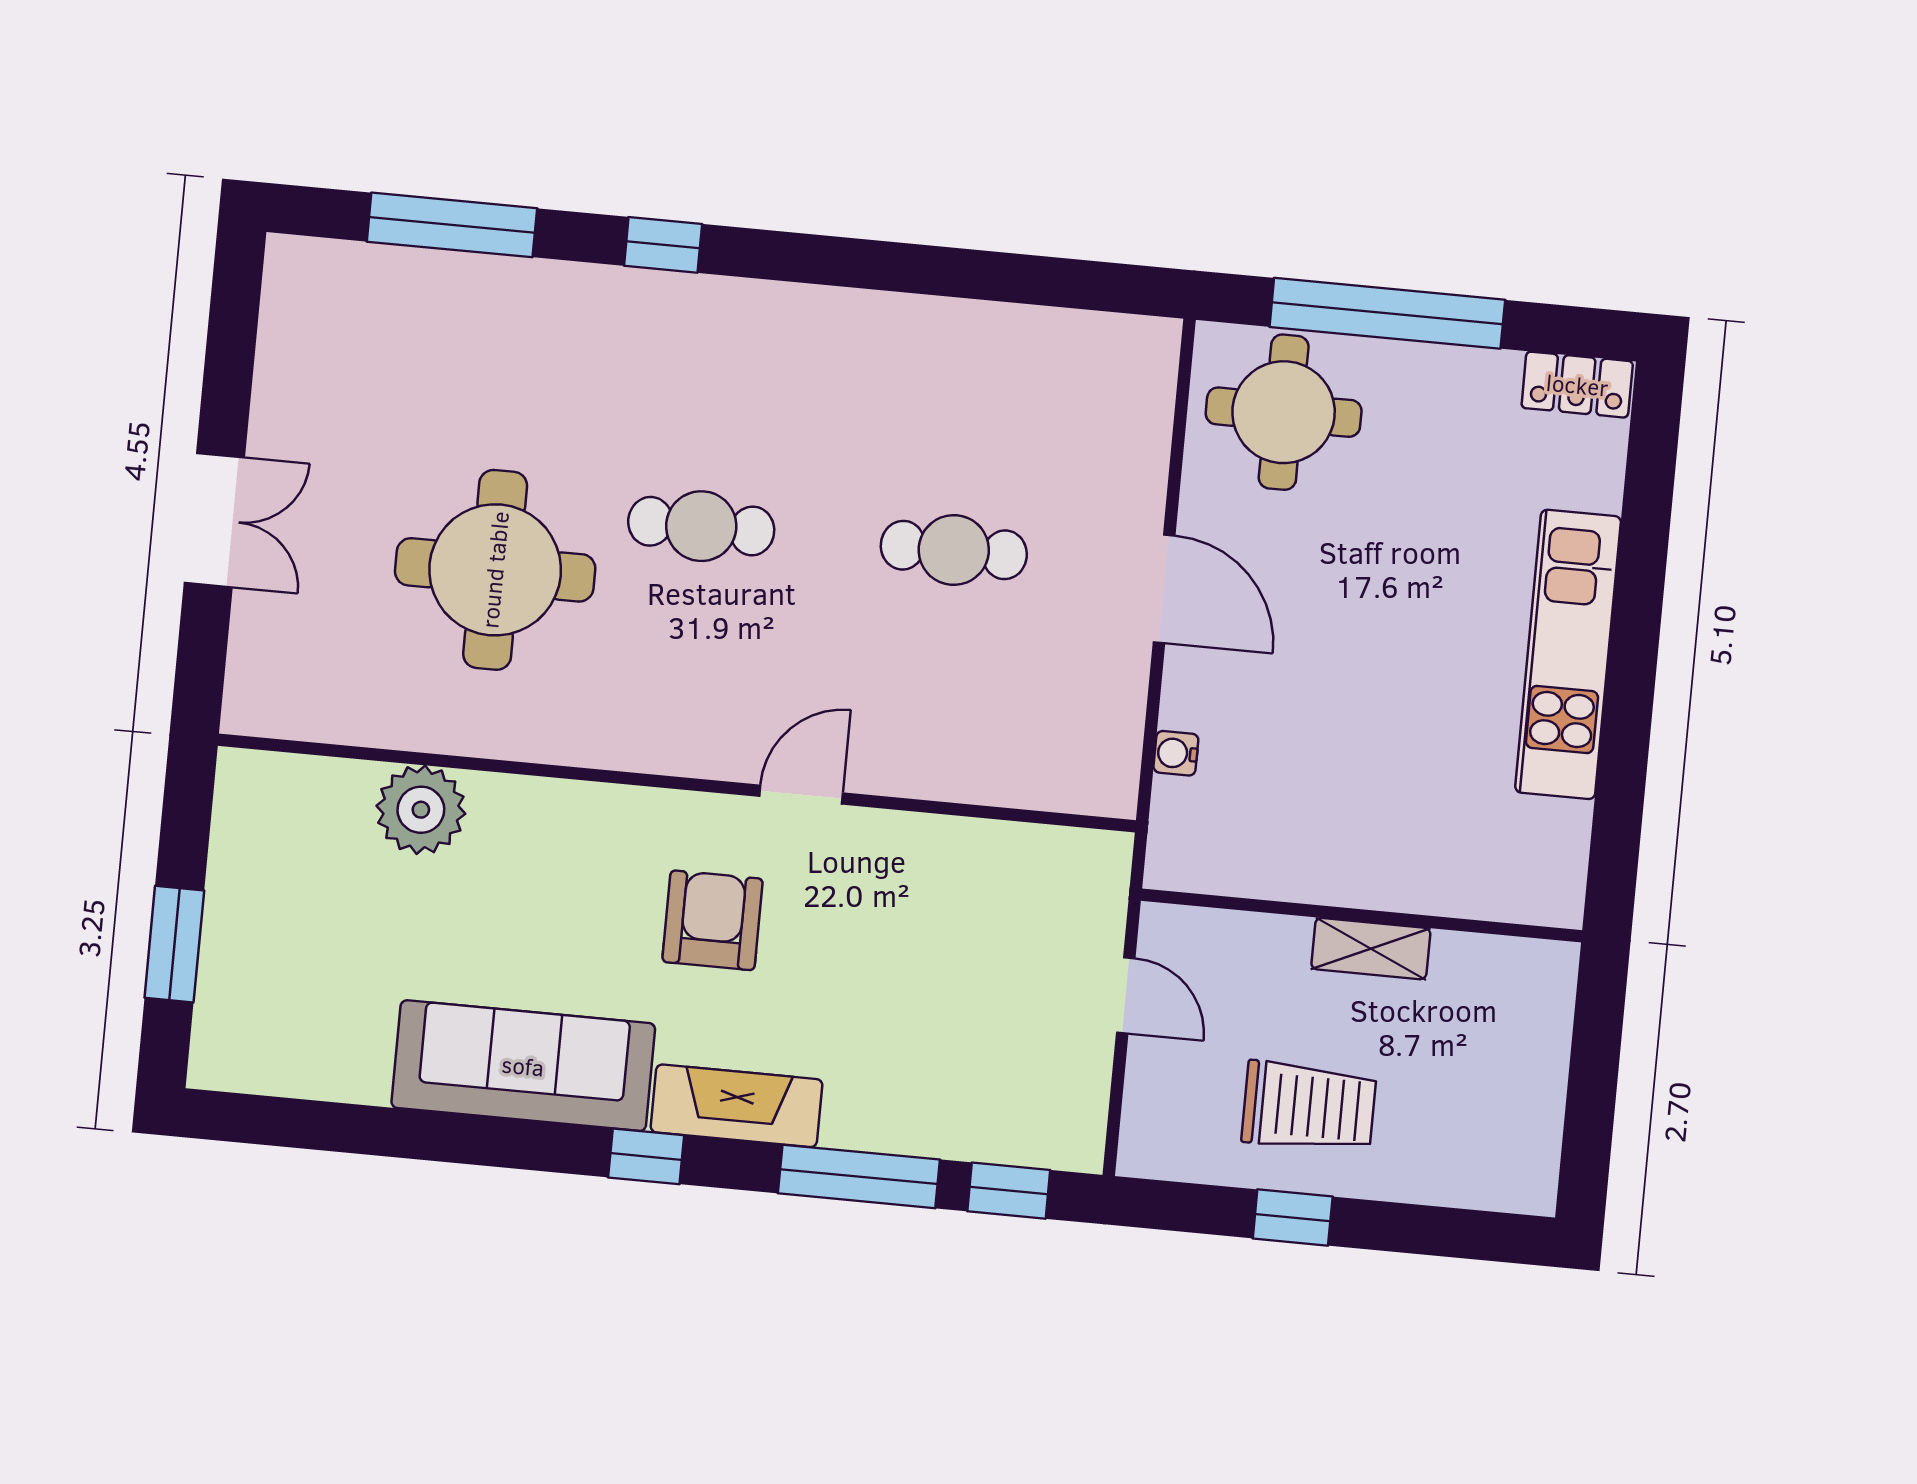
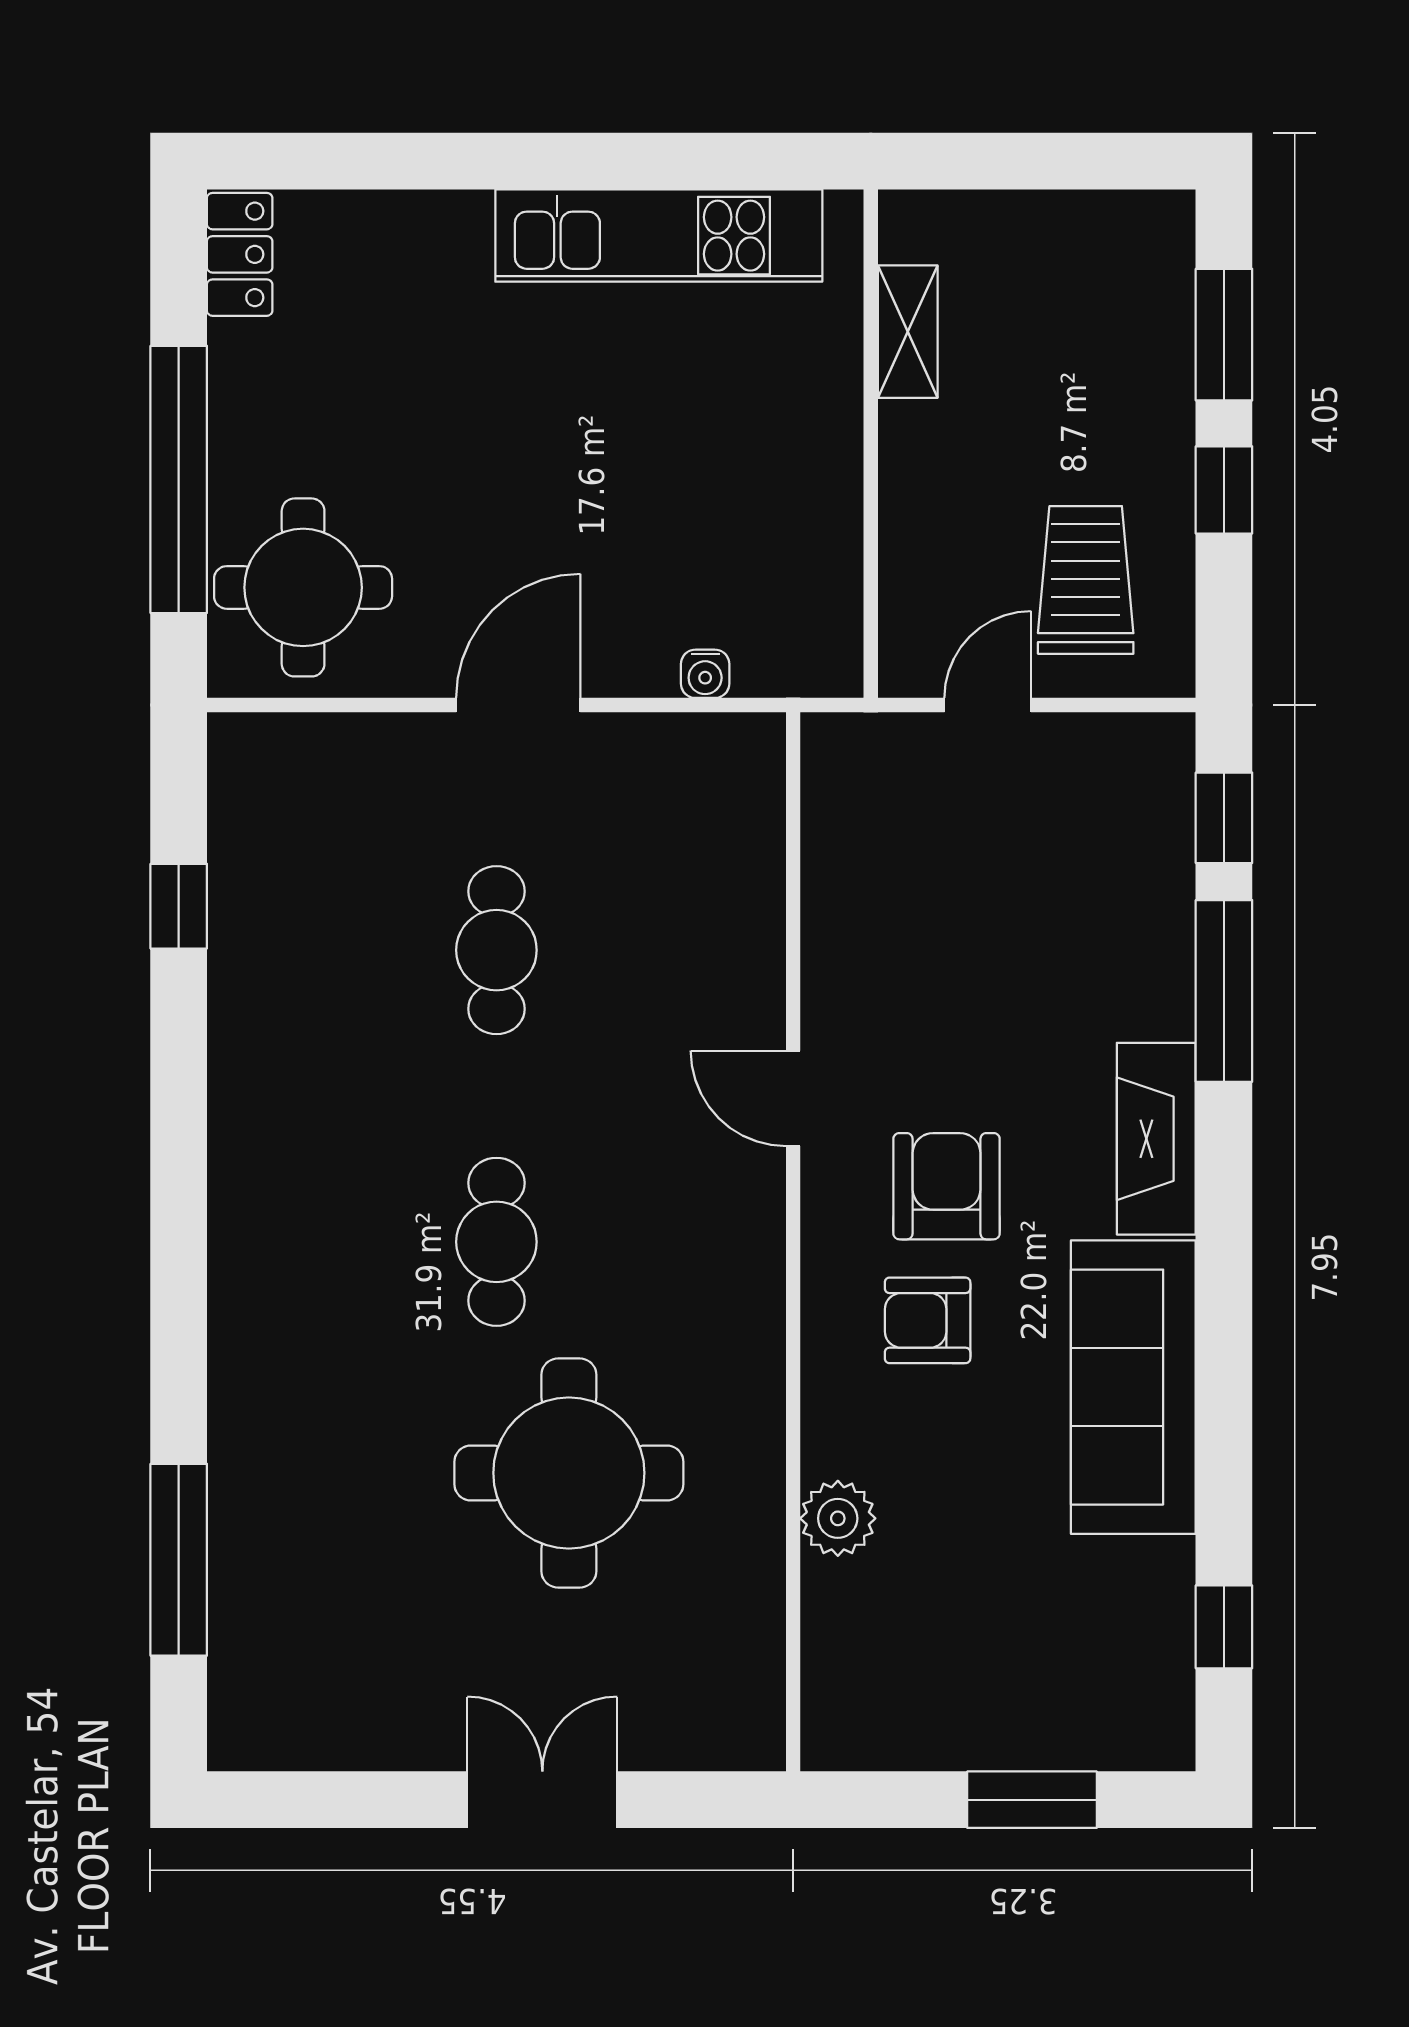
window: (663, 245) -> (179, 906), moved
kitchen unit: (1568, 654) -> (659, 236), moved
plant: (421, 810) -> (838, 1518), width x0.73, depth x0.73
armchair: (598, 893) -> (928, 1320), added
armchair: (713, 920) -> (947, 1186), turned 90
shelving: (1371, 949) -> (908, 332), moved
trolley: (1309, 1107) -> (1086, 580), moved
window: (646, 1156) -> (1224, 1627), moved
window: (1427, 1230) -> (1224, 335), added

